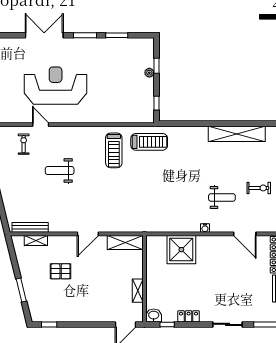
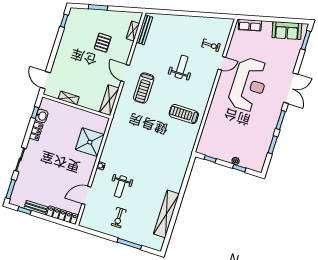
treadmill: (149, 142) -> (144, 88), moved
washbasin: (154, 315) -> (42, 116), moved

